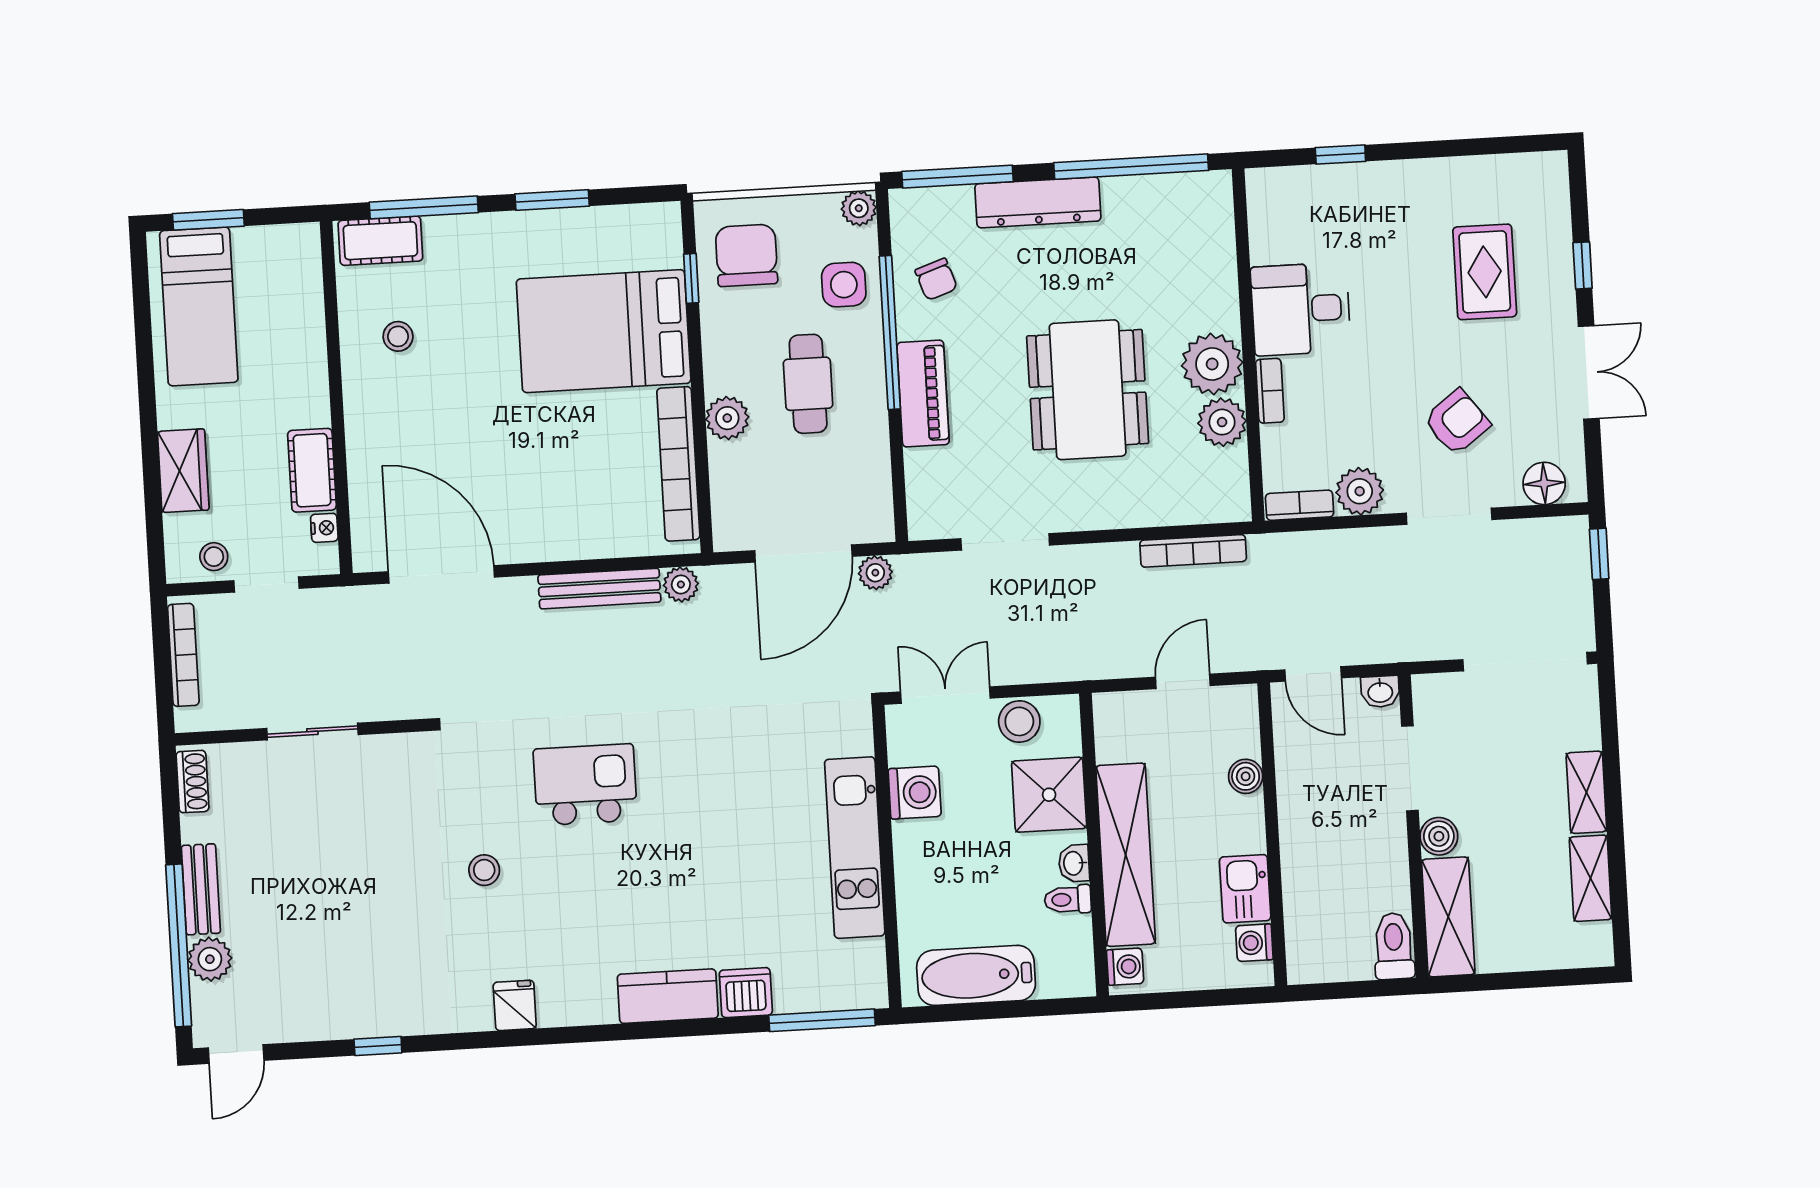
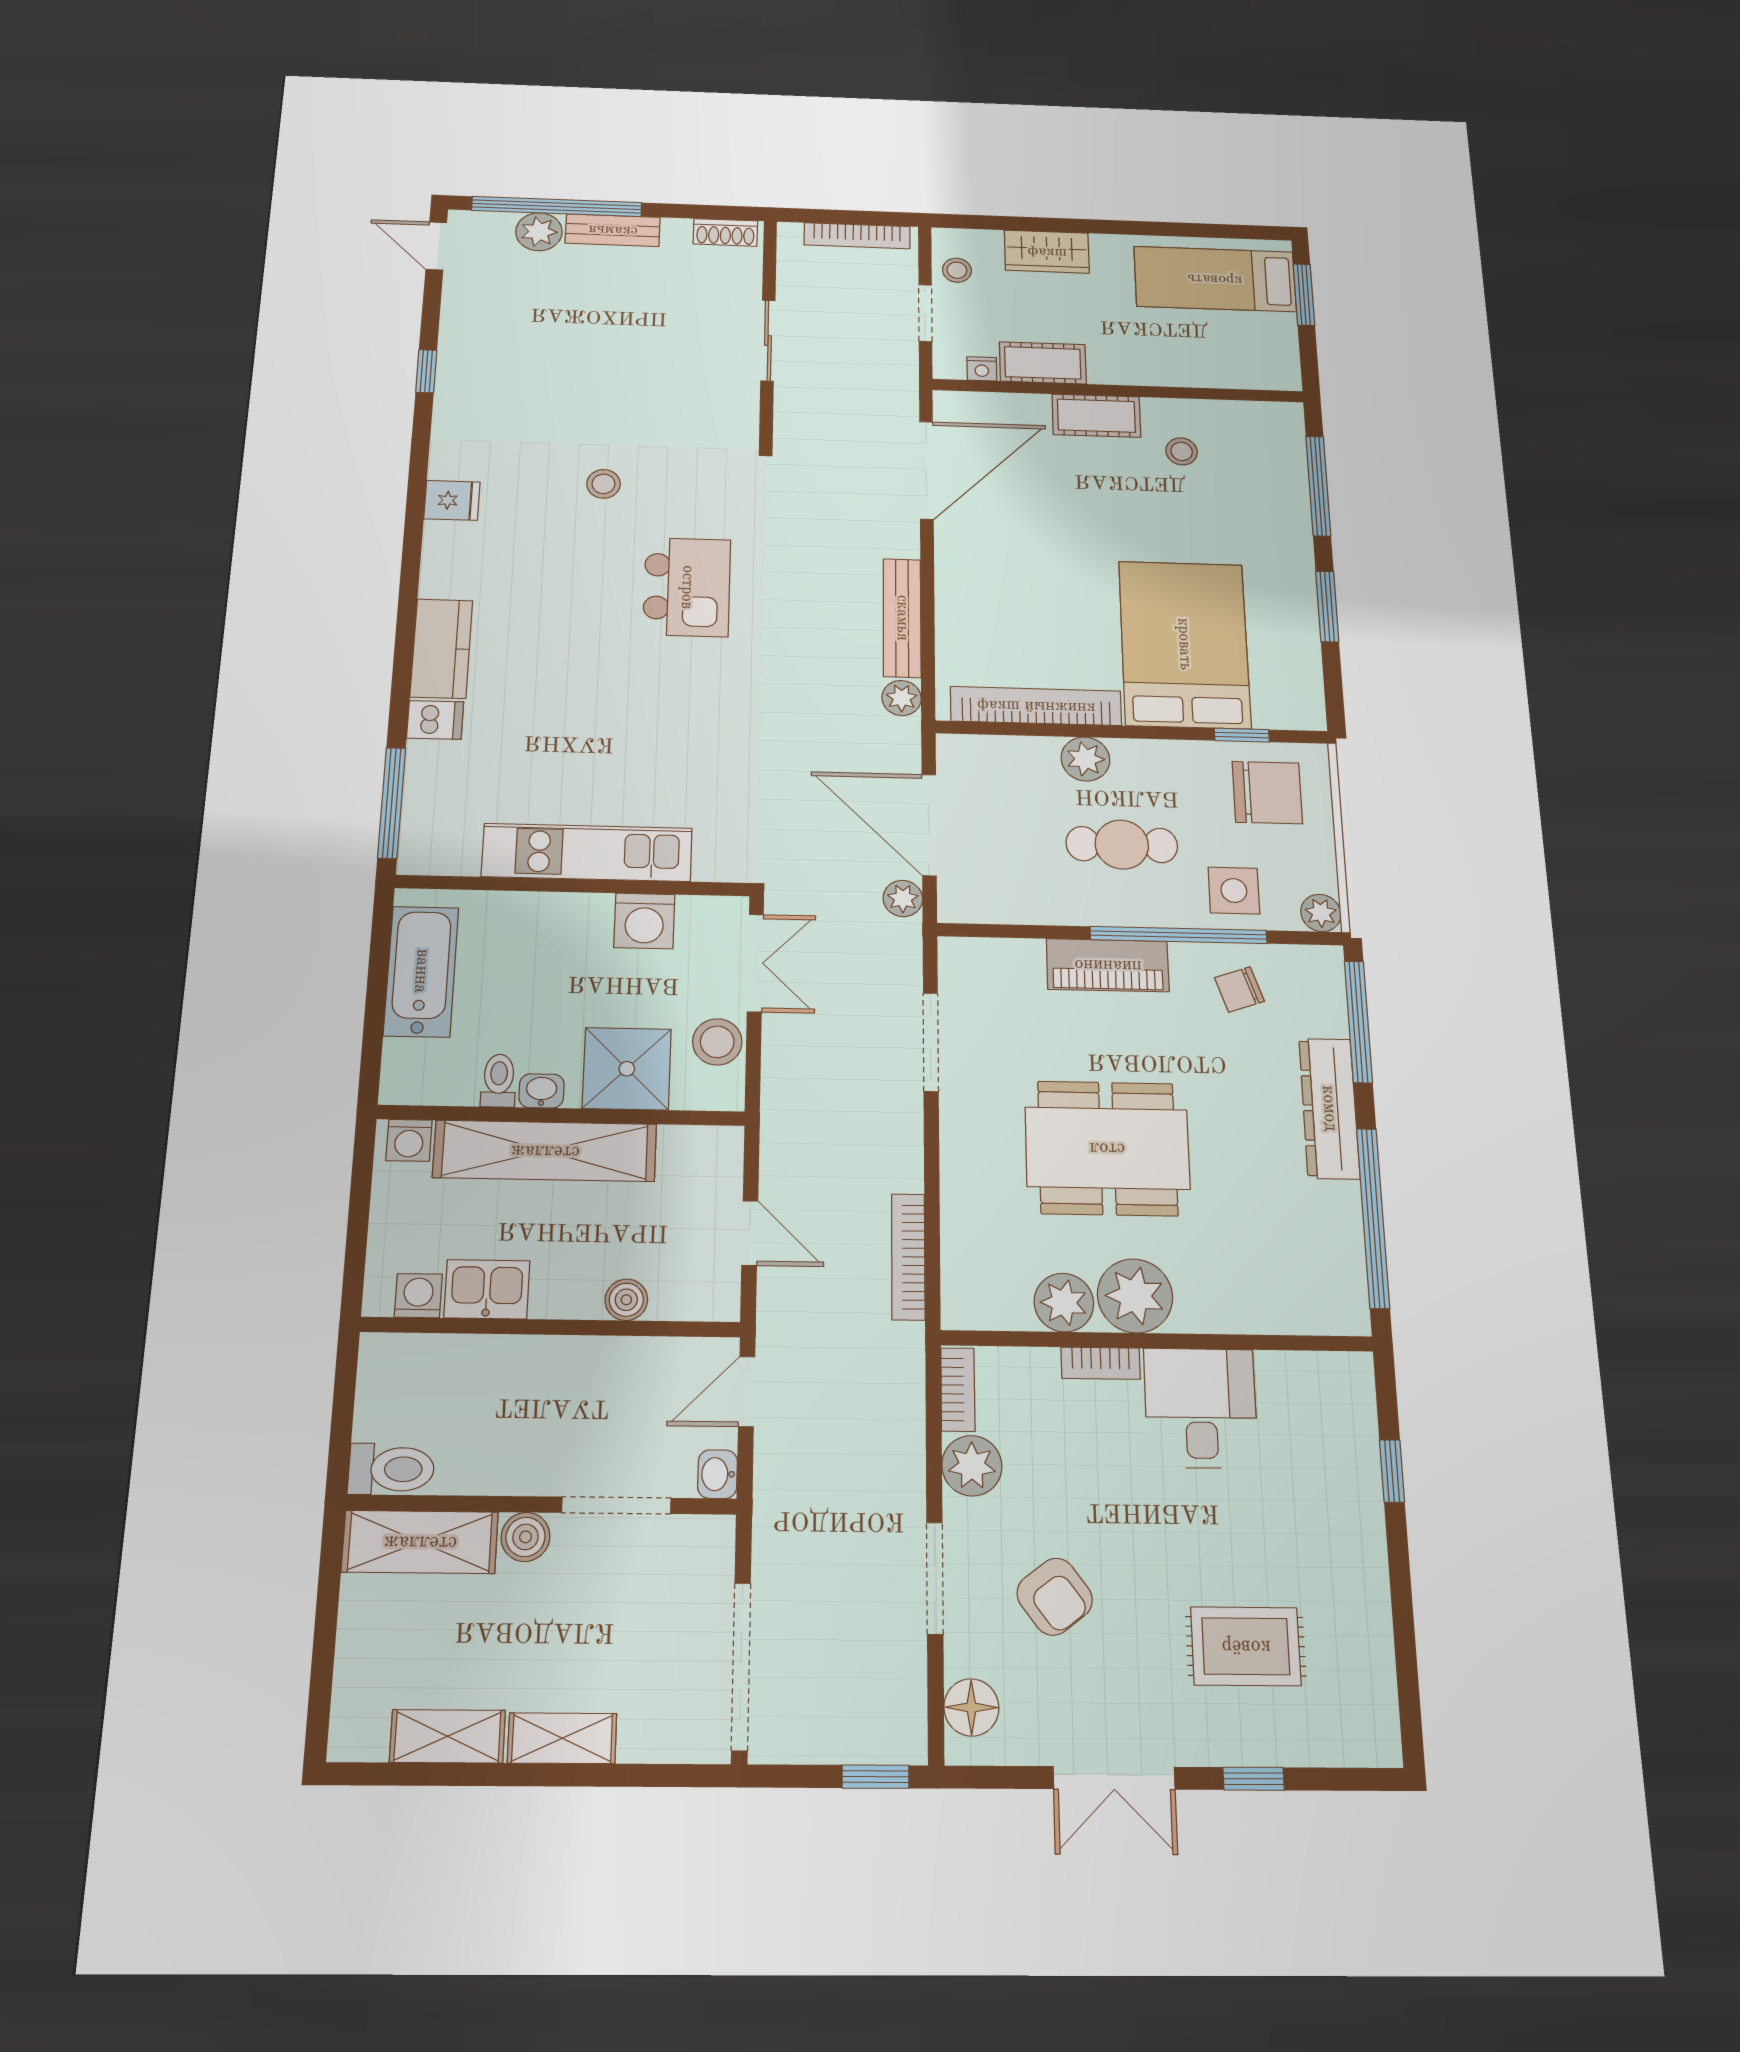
cot: (380, 241) -> (1096, 416), moved, turned 90
dishwasher: (746, 993) -> (435, 720), width x0.73

